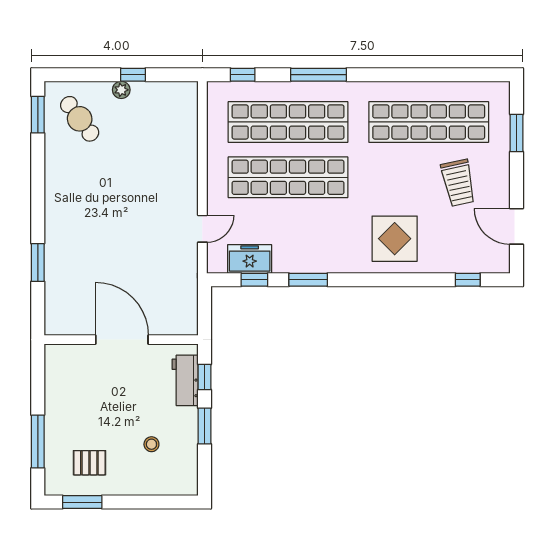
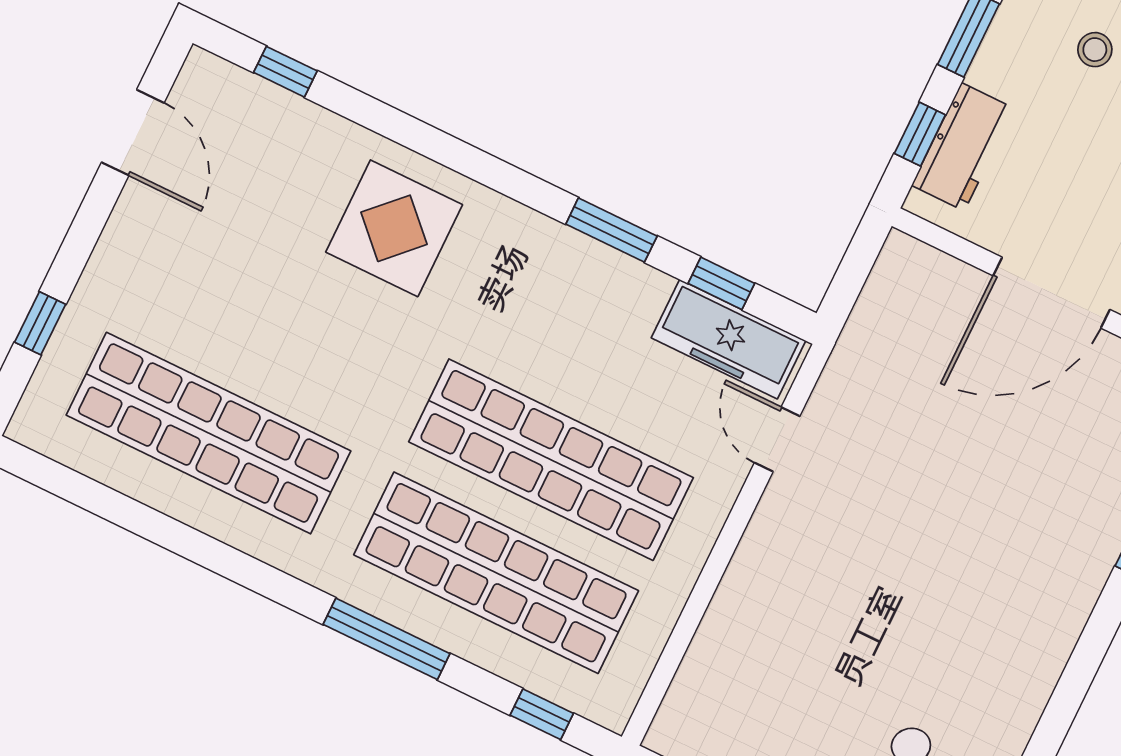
window: (516, 133) -> (40, 323), width x0.67
trolley: (458, 183) -> (208, 279), removed
door: (202, 229) -> (777, 439), hinge flipped
freezer: (250, 259) -> (729, 339), width x1.40
door: (122, 340) -> (1051, 293), hinge flipped

